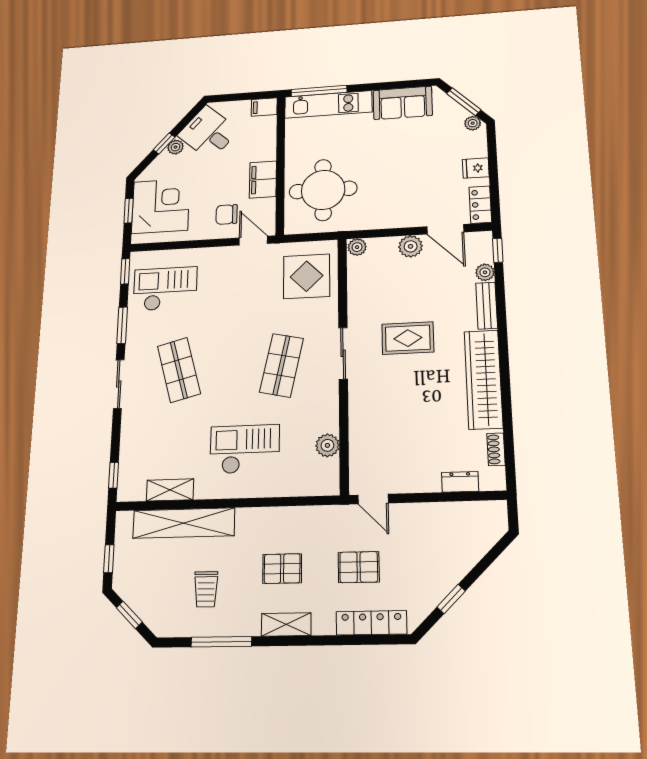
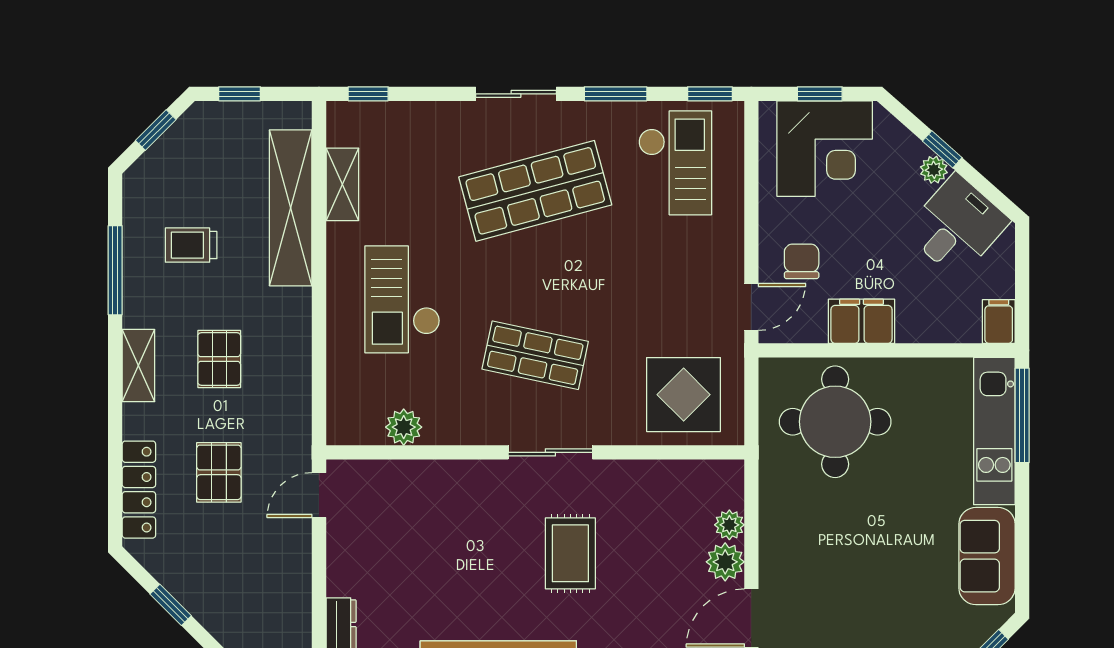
plant: (357, 247) -> (729, 525), moved
shop shelf: (179, 370) -> (535, 191), width x1.43, depth x1.36
checkout: (245, 449) -> (402, 299), turned 180

